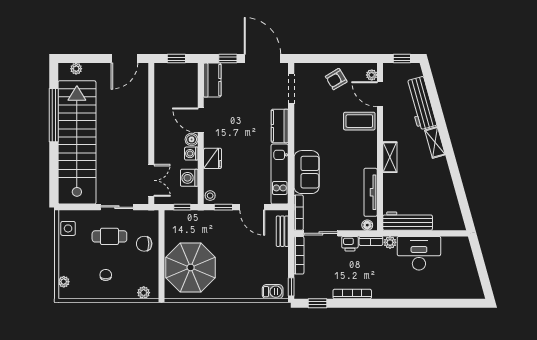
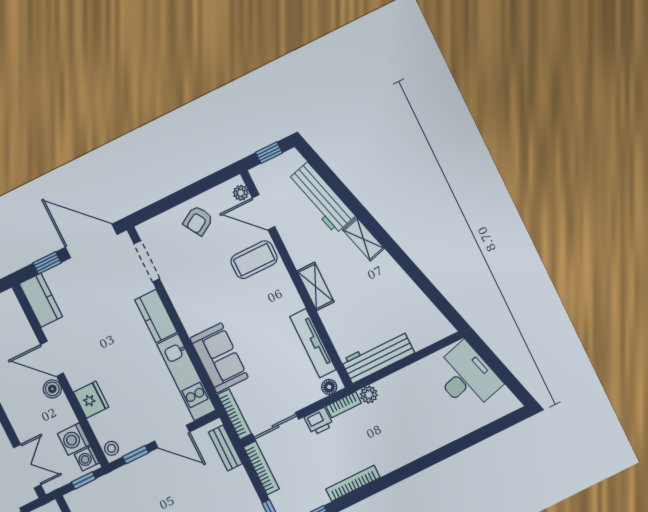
washing machine: (191, 154) -> (87, 459), moved
desk: (419, 253) -> (467, 377), moved, turned 74

